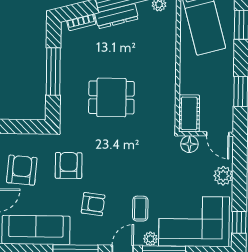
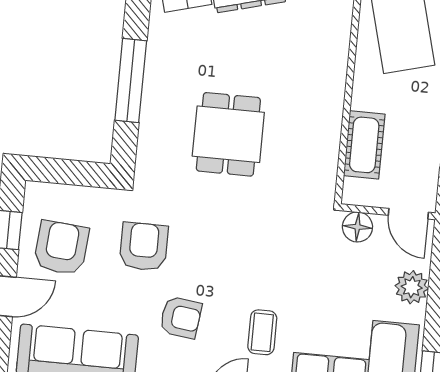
dining table: (111, 97) -> (228, 134), turned 90
cot: (189, 113) -> (364, 145), moved

